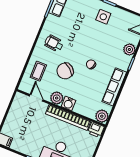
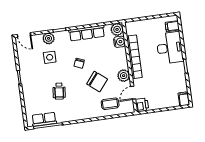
side table: (103, 17) -> (50, 57), moved
wheelchair: (54, 43) -> (59, 91), moved
water cooler: (69, 103) -> (119, 42), moved
printer: (96, 130) -> (142, 105), moved

